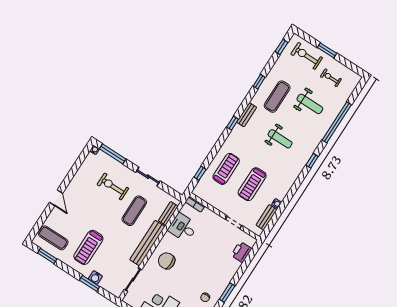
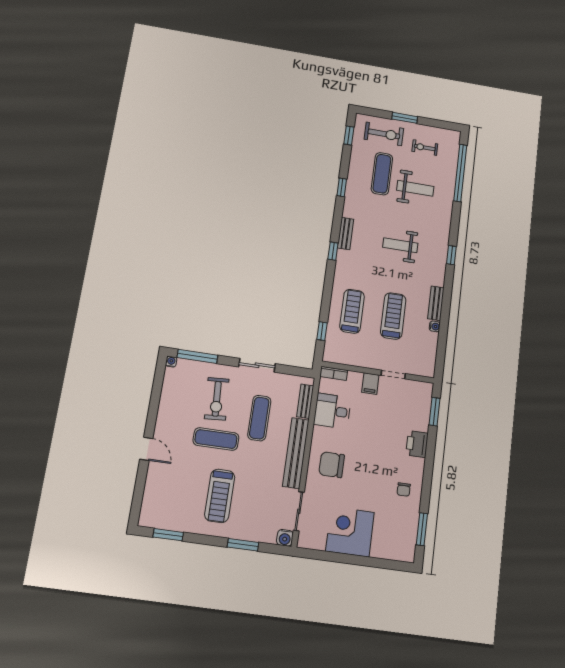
exercise bike: (307, 56) -> (384, 134), turned 180
exercise mat: (277, 97) -> (382, 174), moved
window: (337, 122) -> (460, 173), moved
weight bench: (280, 139) -> (400, 245), turned 180
treadmill: (252, 184) -> (393, 316), turned 180
exercise bike: (113, 186) -> (217, 399), turned -94
bench: (267, 217) -> (436, 303), moved
filing cabinet: (216, 221) -> (370, 384), added
exercise mat: (53, 238) -> (216, 439), moved
printer: (241, 252) -> (417, 444), moved
water cooler: (95, 278) -> (285, 538), moved
window: (227, 293) -> (435, 412), moved

